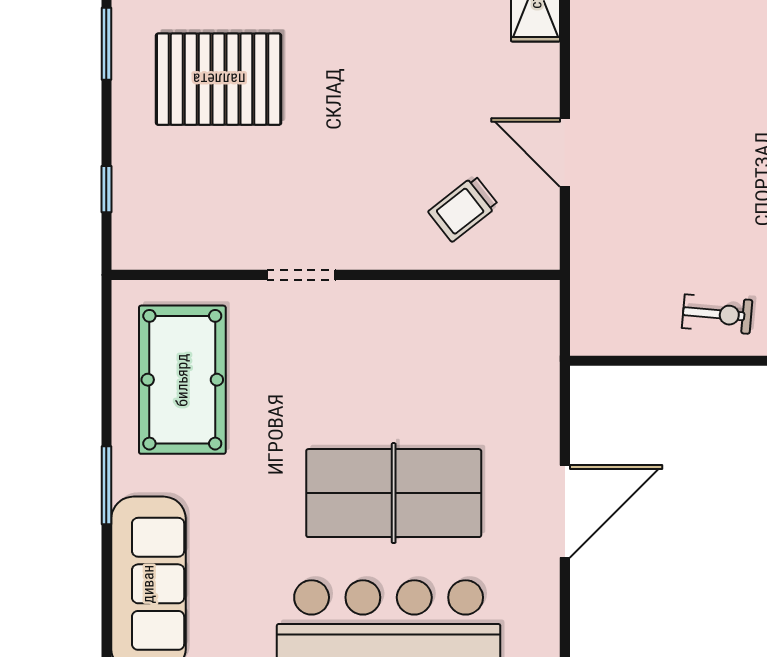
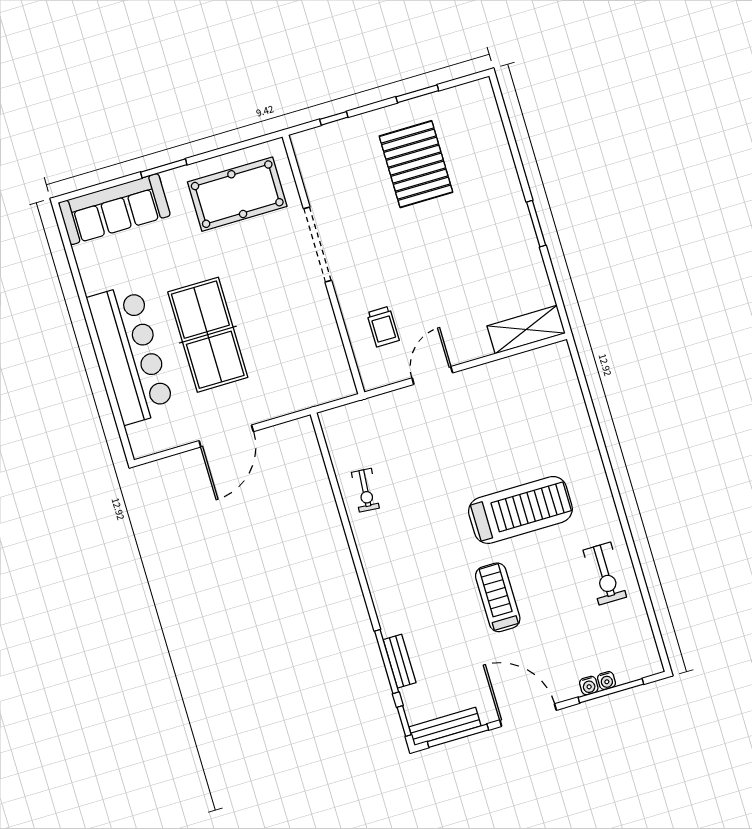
trolley: (463, 209) -> (383, 327), turned -142
doorway: (301, 275) -> (317, 244), width x1.88
door: (565, 511) -> (226, 436), hinge flipped

